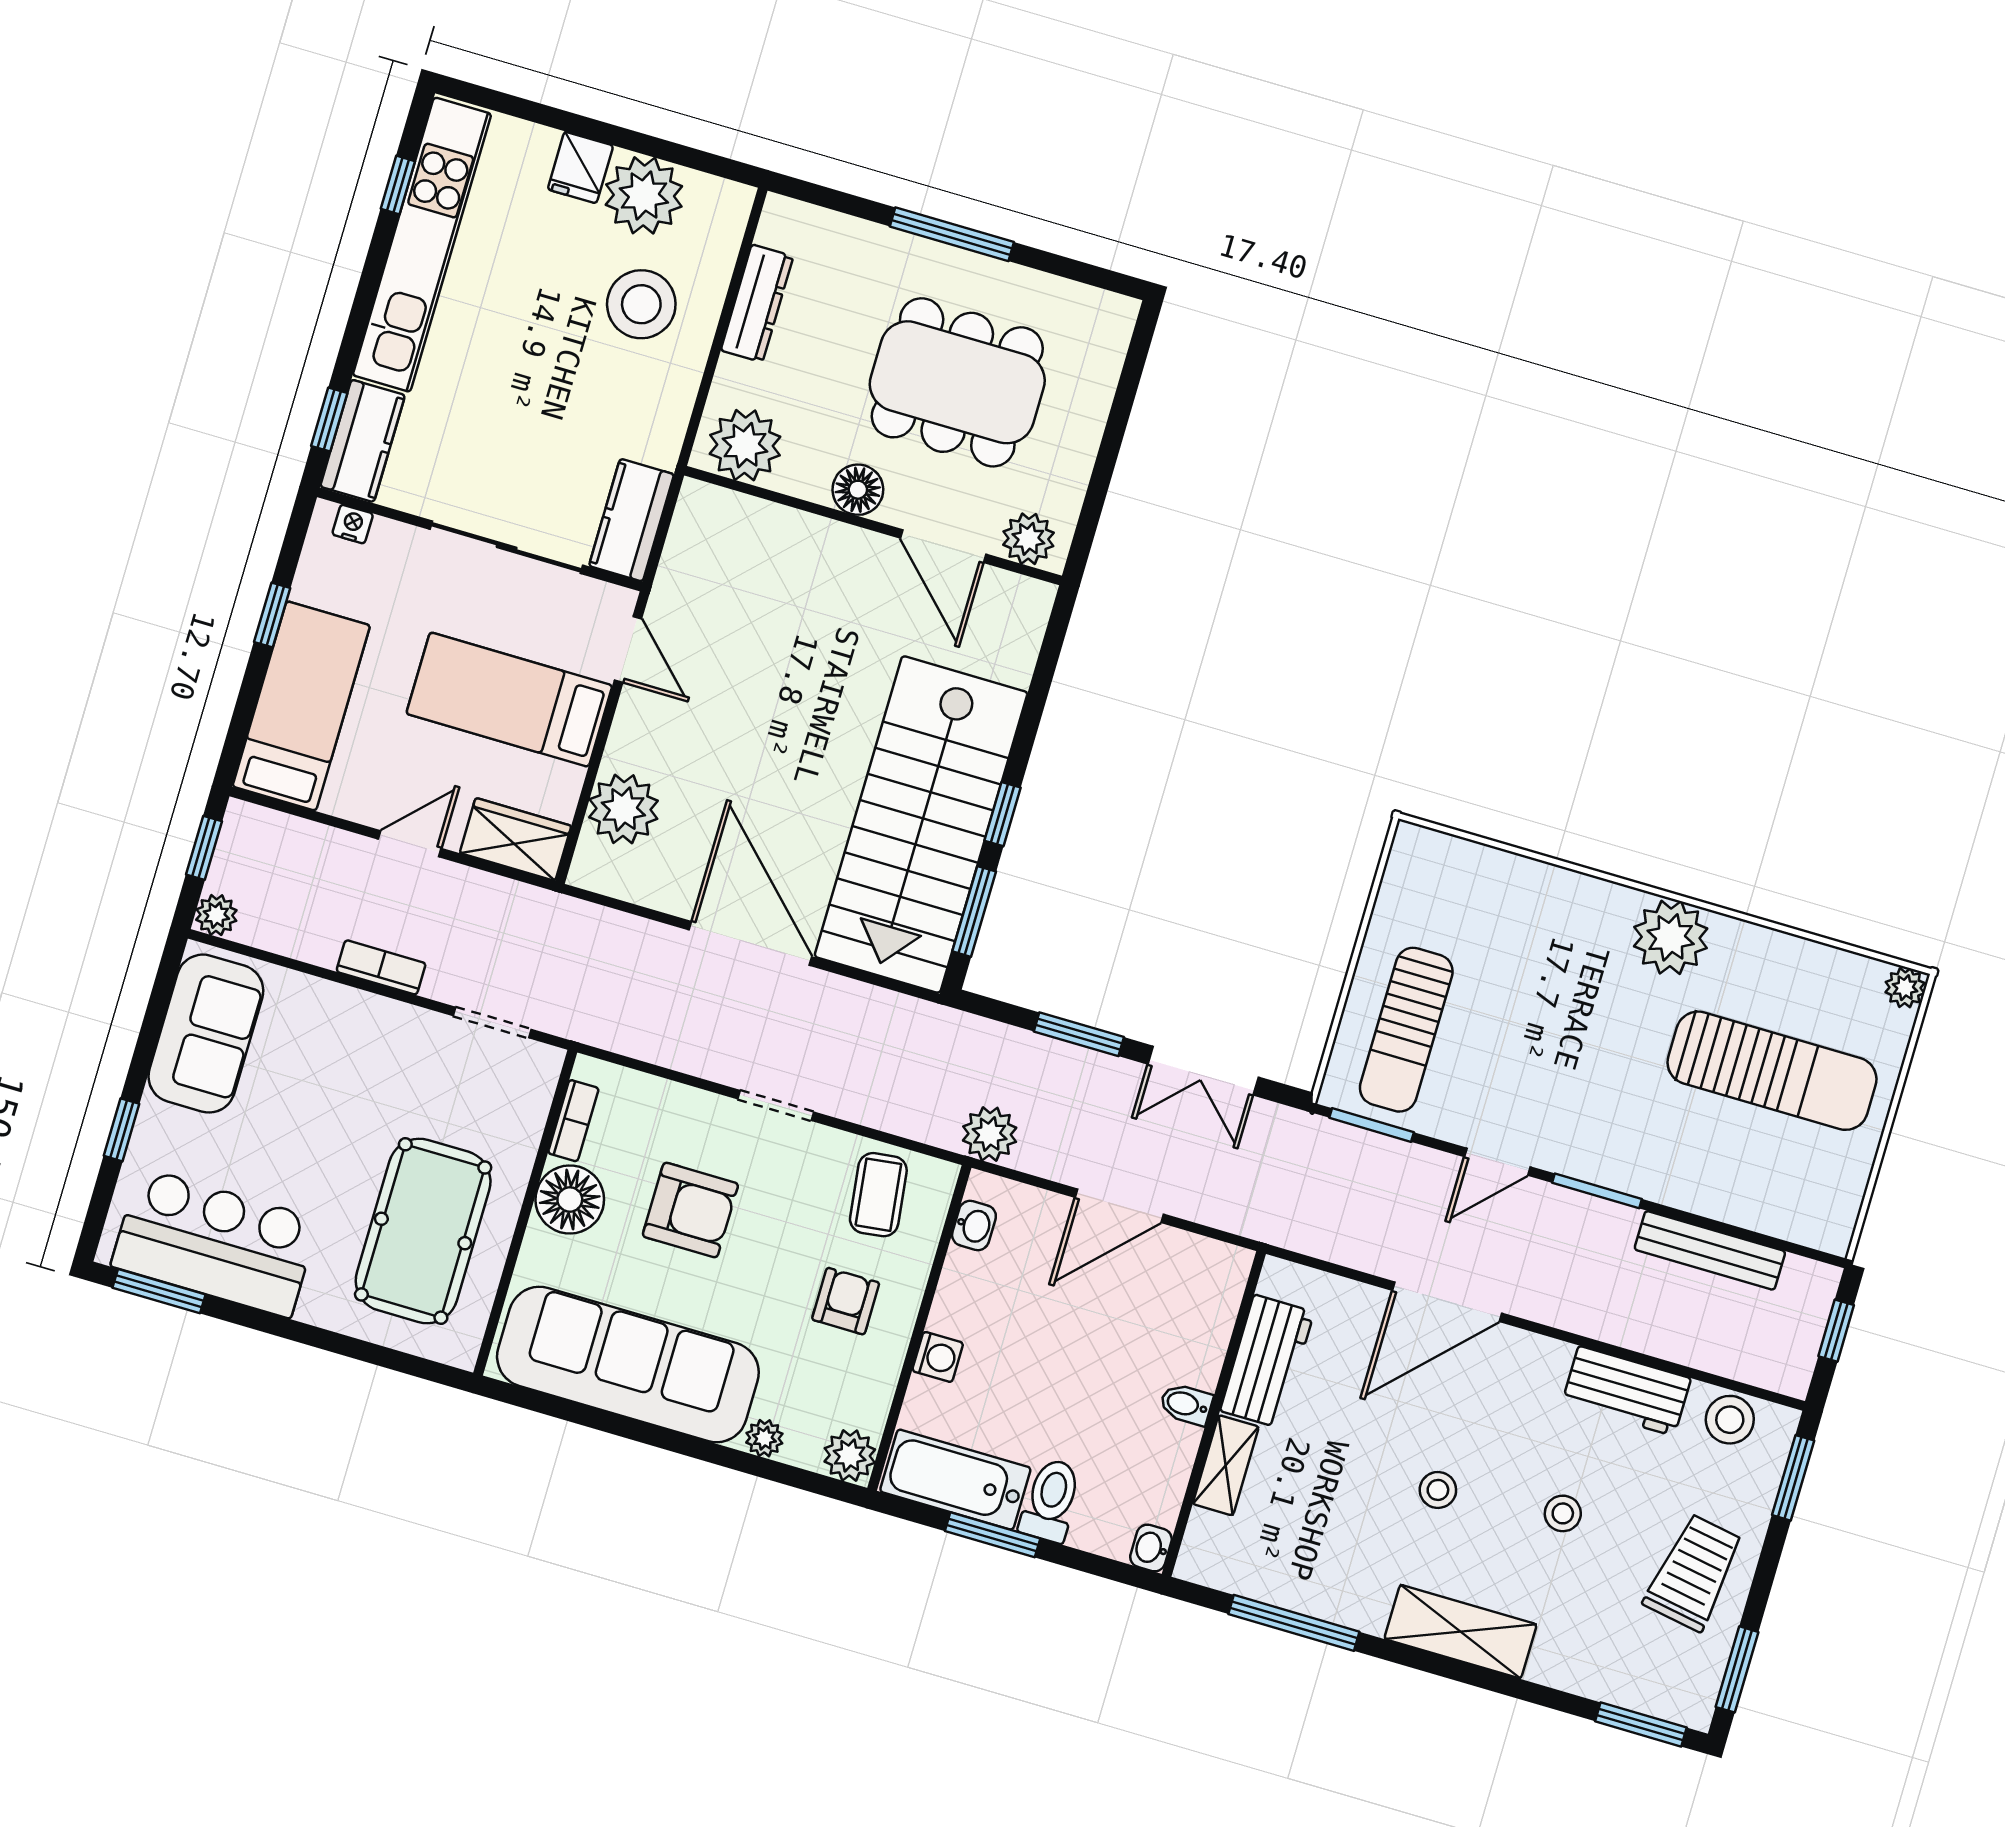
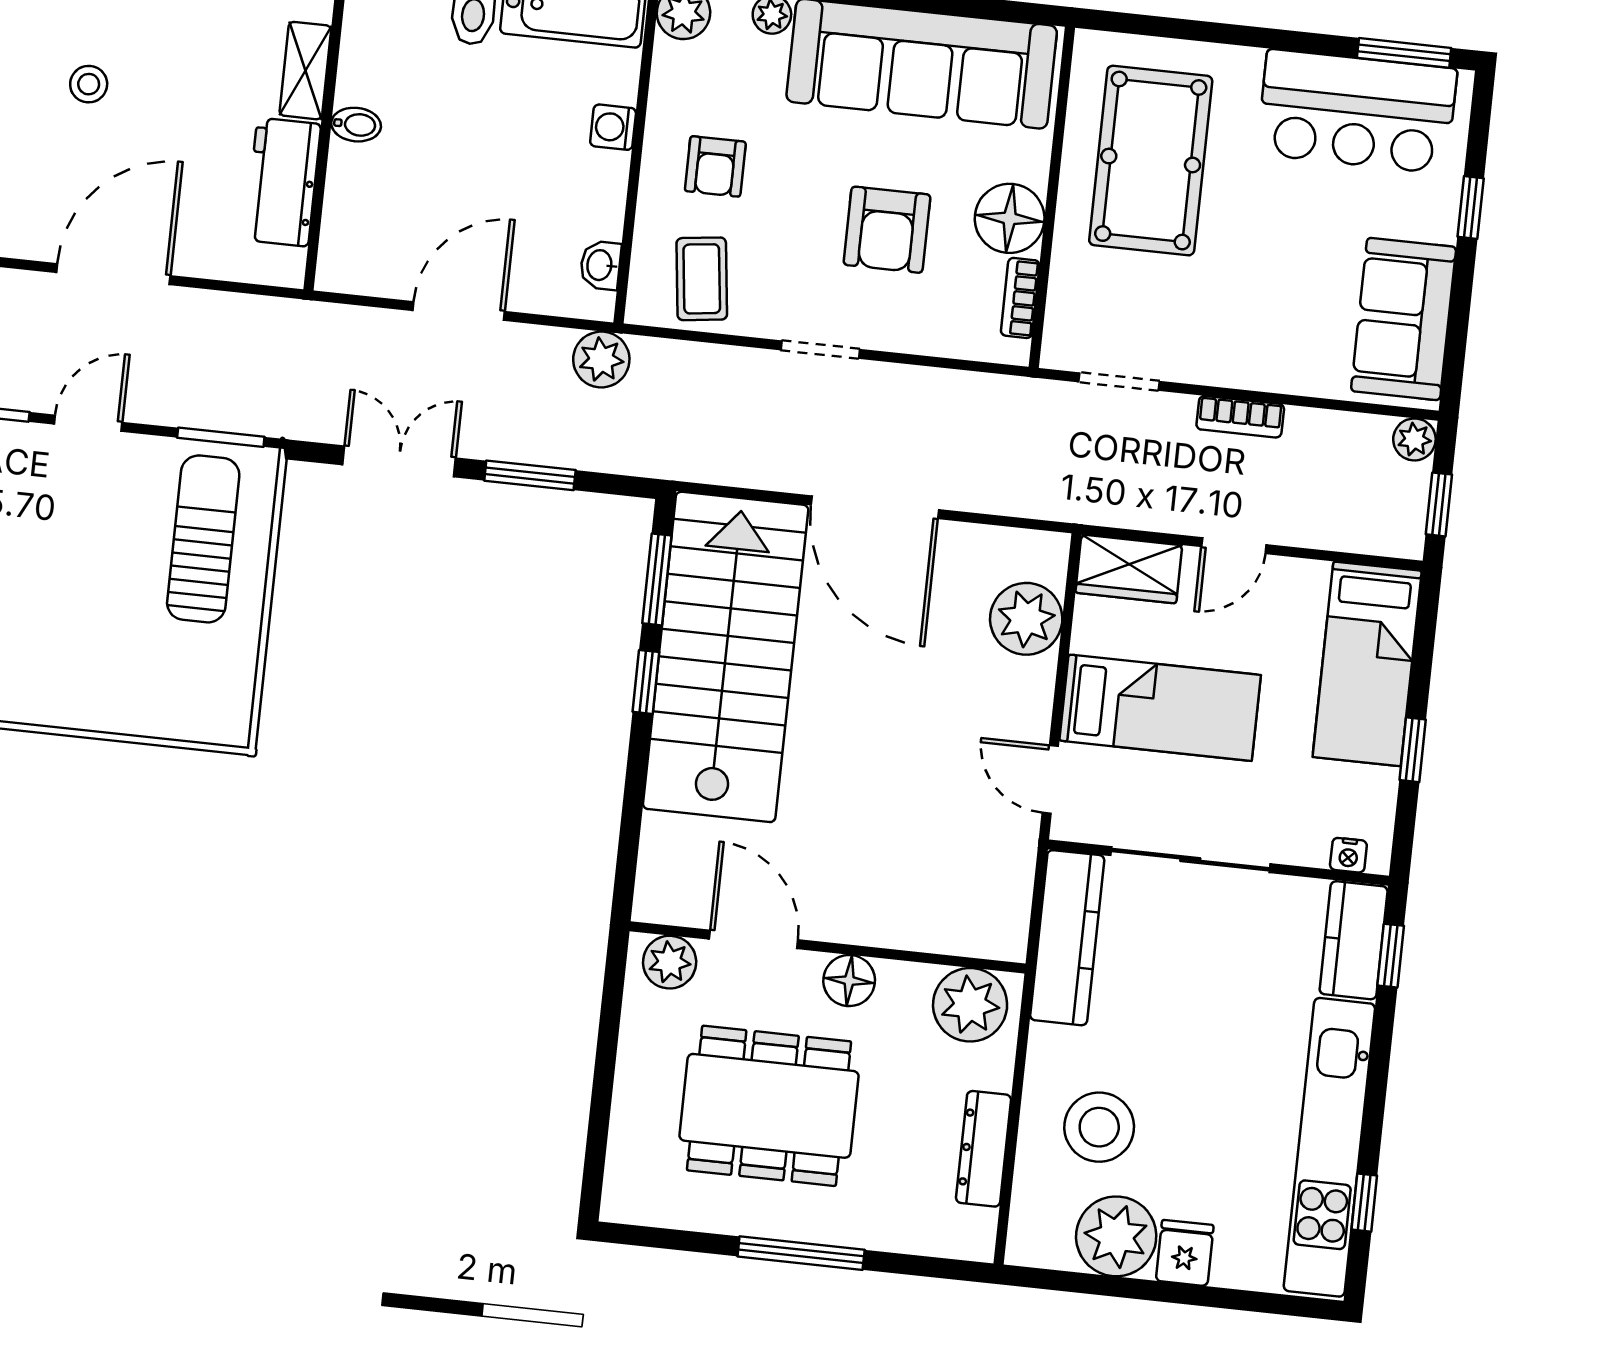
kitchen counter: (631, 520) -> (1067, 938), width x1.50
armchair: (690, 1210) -> (887, 230), turned -90

